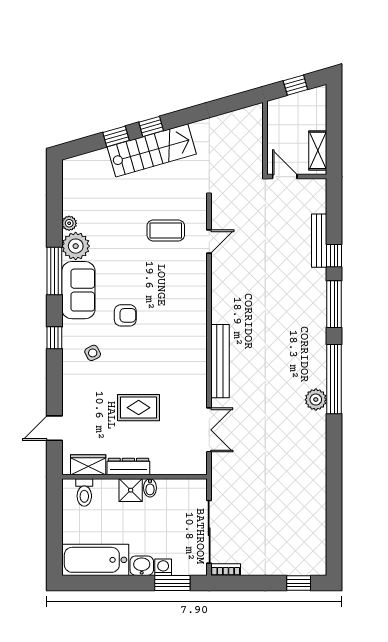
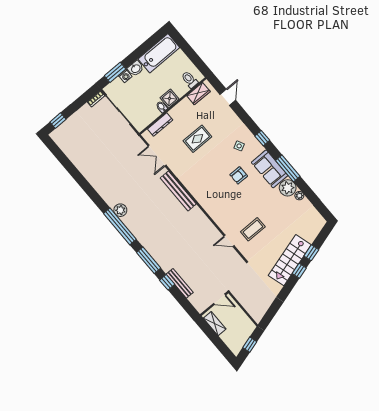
door: (209, 242) -> (229, 241), hinge flipped
dresser: (128, 467) -> (160, 125), moved

